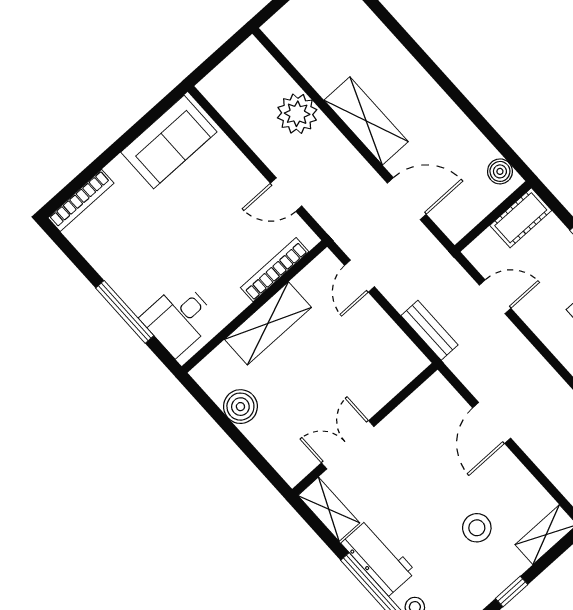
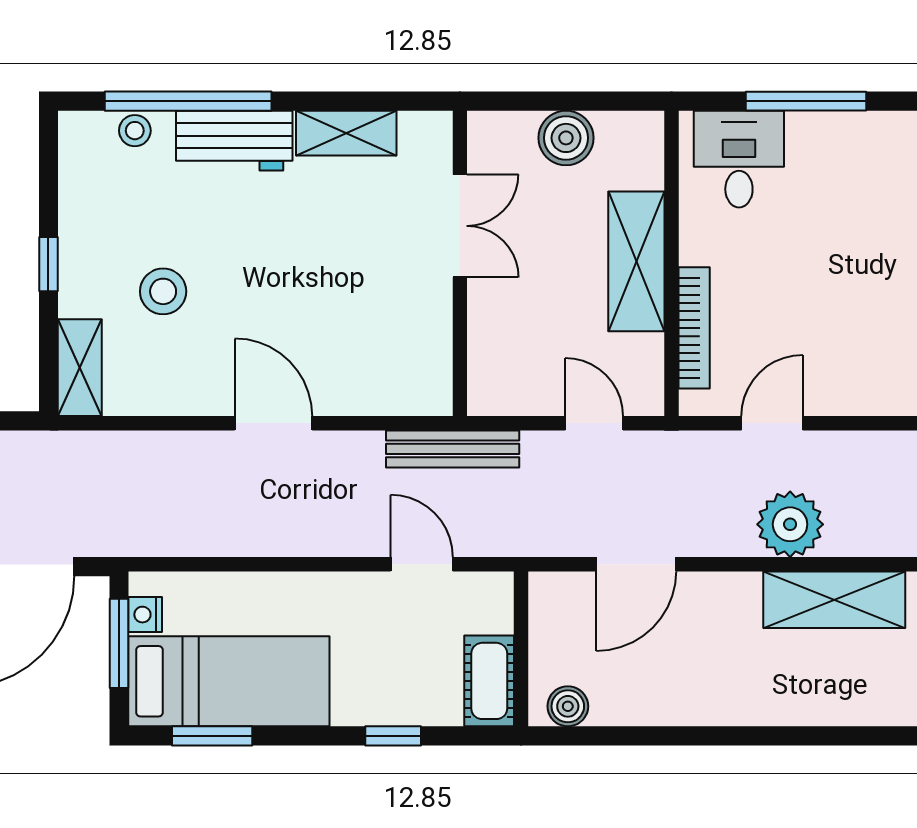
plant: (297, 114) -> (790, 524), moved
shelving: (366, 121) -> (834, 600), moved
door: (495, 297) -> (422, 564), swing flipped
bench: (430, 330) -> (453, 449), width x1.36
wall: (365, 429) -> (460, 263), moved
double door: (348, 445) -> (460, 226), moved

